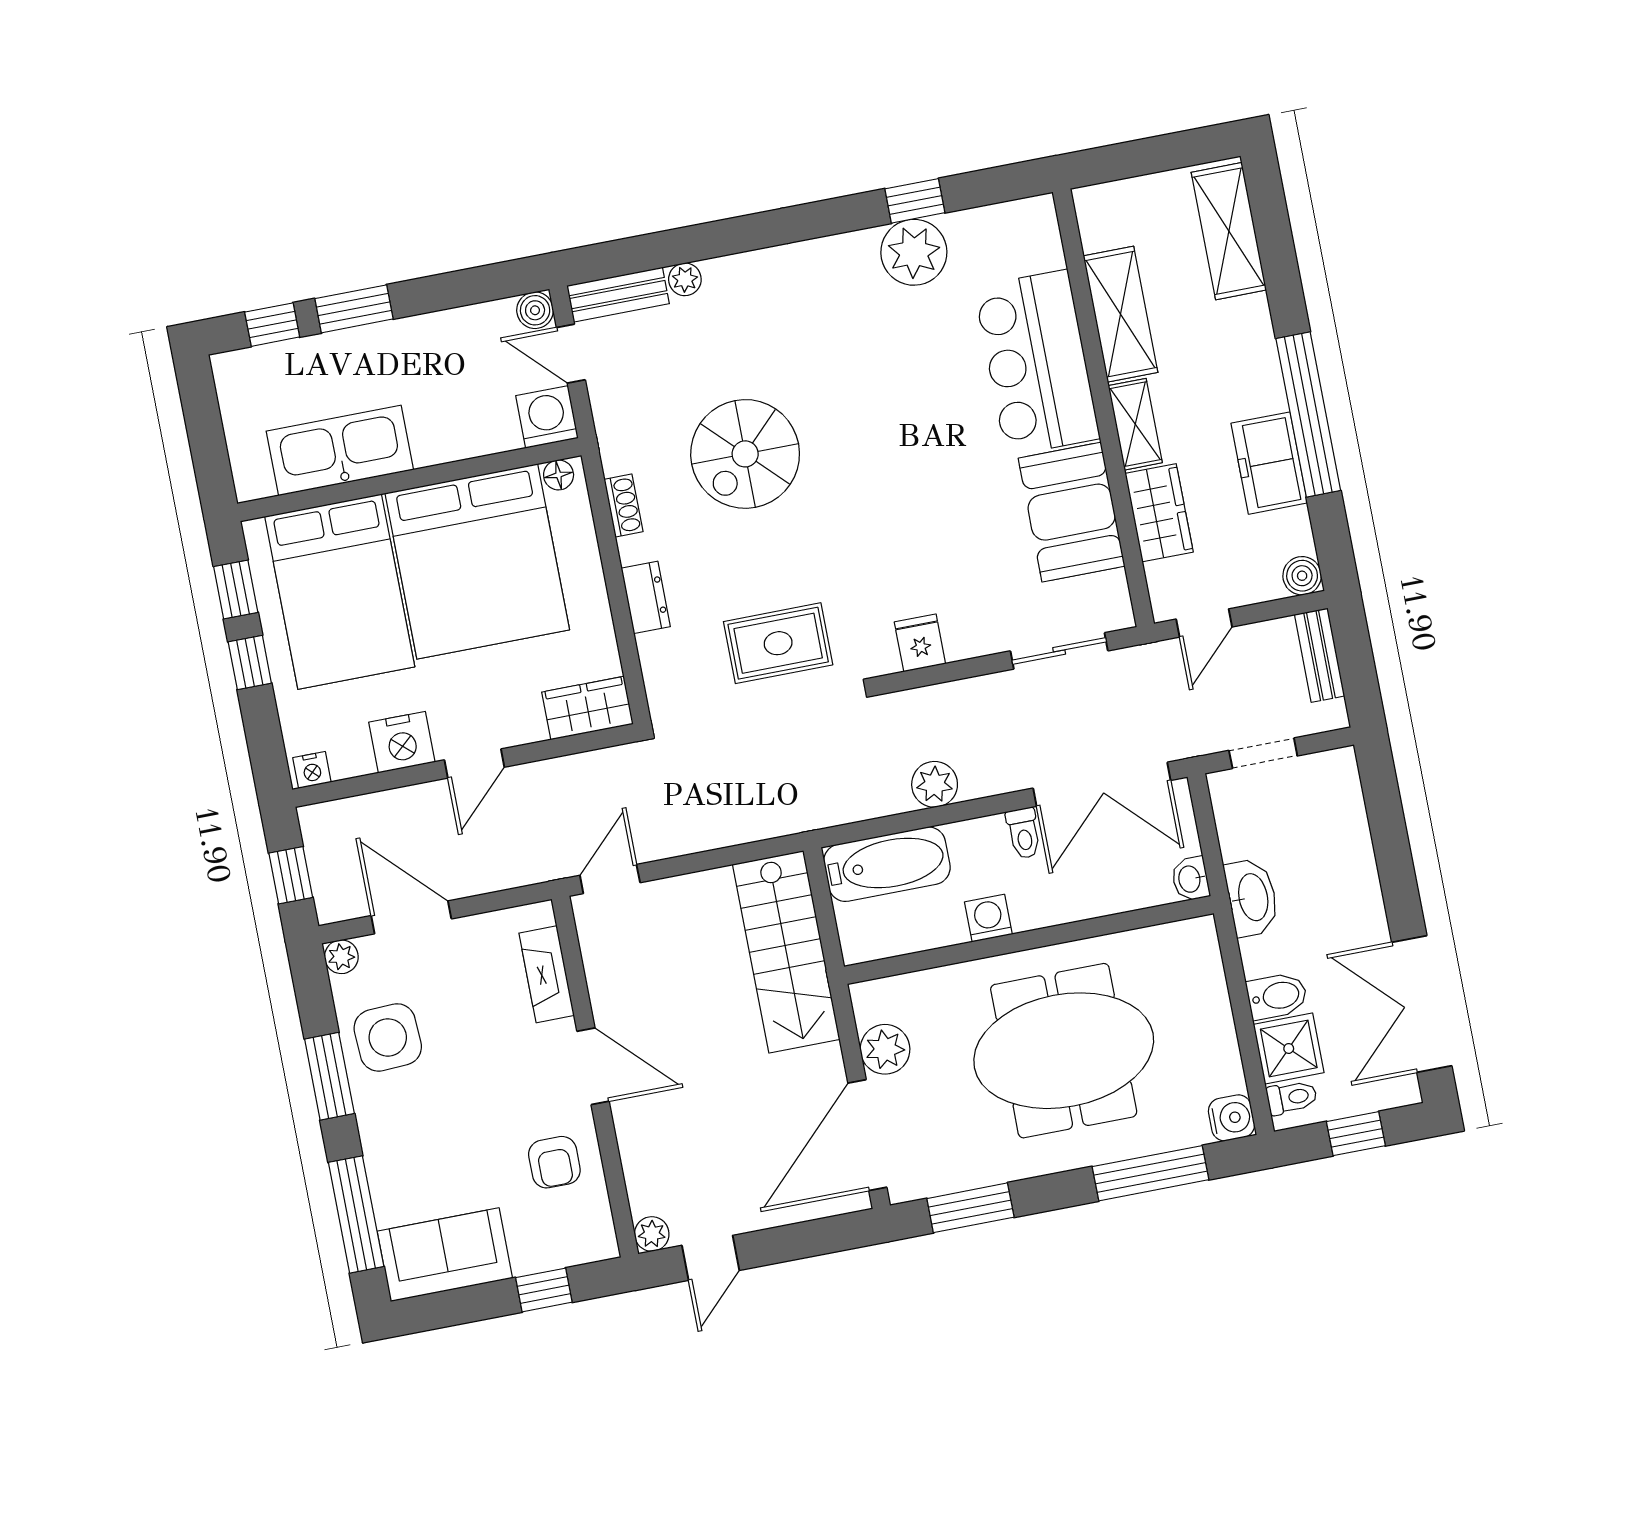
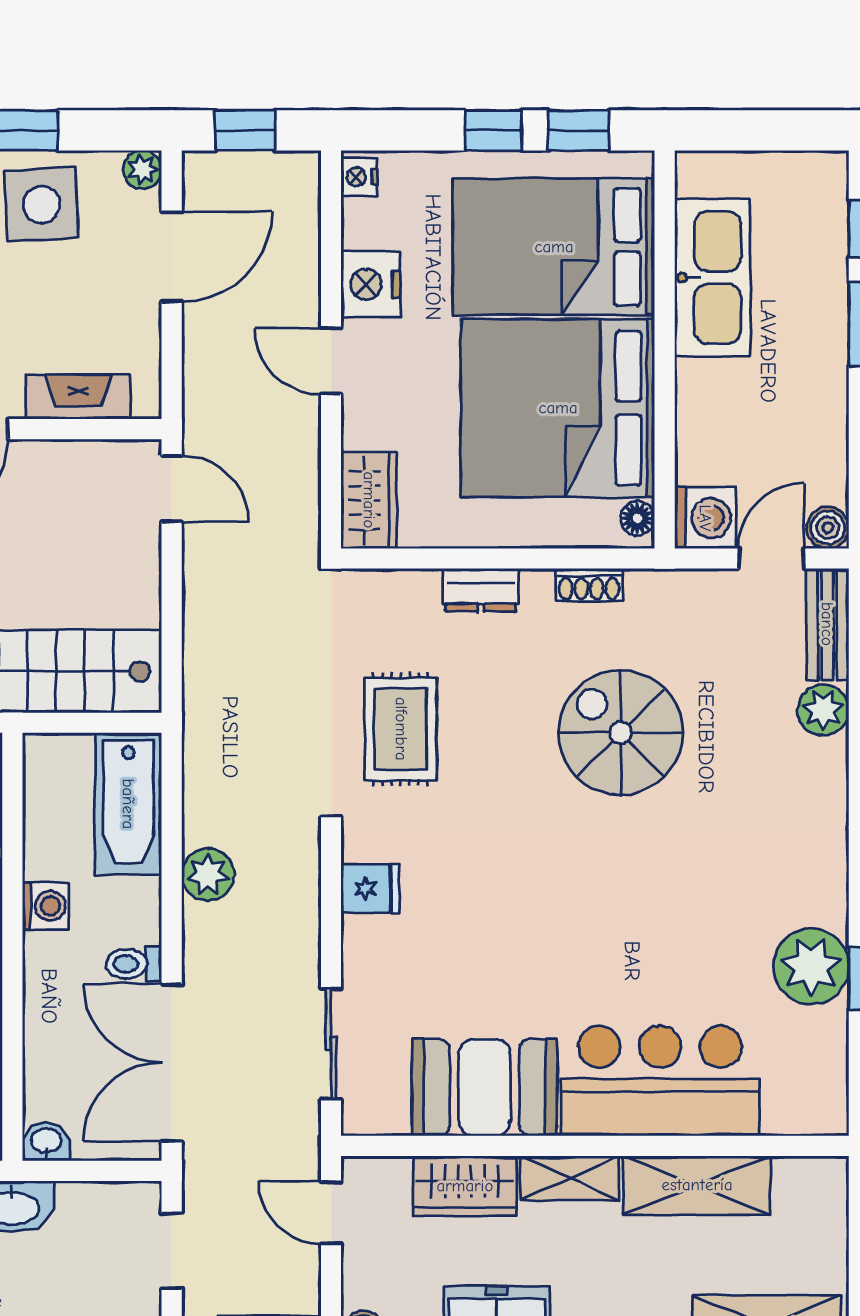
plant: (685, 279) -> (823, 710), width x1.38, depth x1.38

